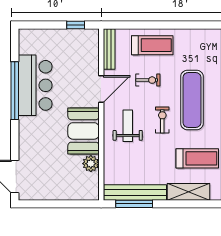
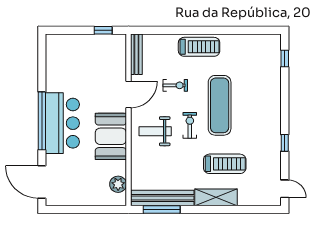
treadmill: (152, 45) -> (199, 47), moved
bar counter: (35, 85) -> (62, 123), moved
window: (15, 91) -> (42, 121), moved
weight bench: (128, 126) -> (155, 131), turned -90
plant: (91, 164) -> (118, 184), moved

